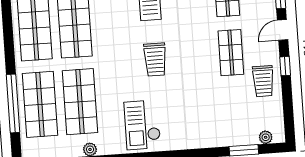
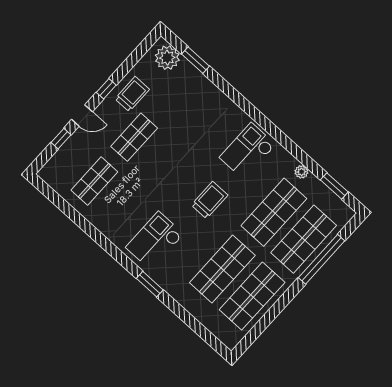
trolley: (155, 59) -> (210, 200), moved
checkout: (142, 125) -> (247, 151), turned 180
plant: (266, 137) -> (167, 58), width x1.87, depth x1.87

